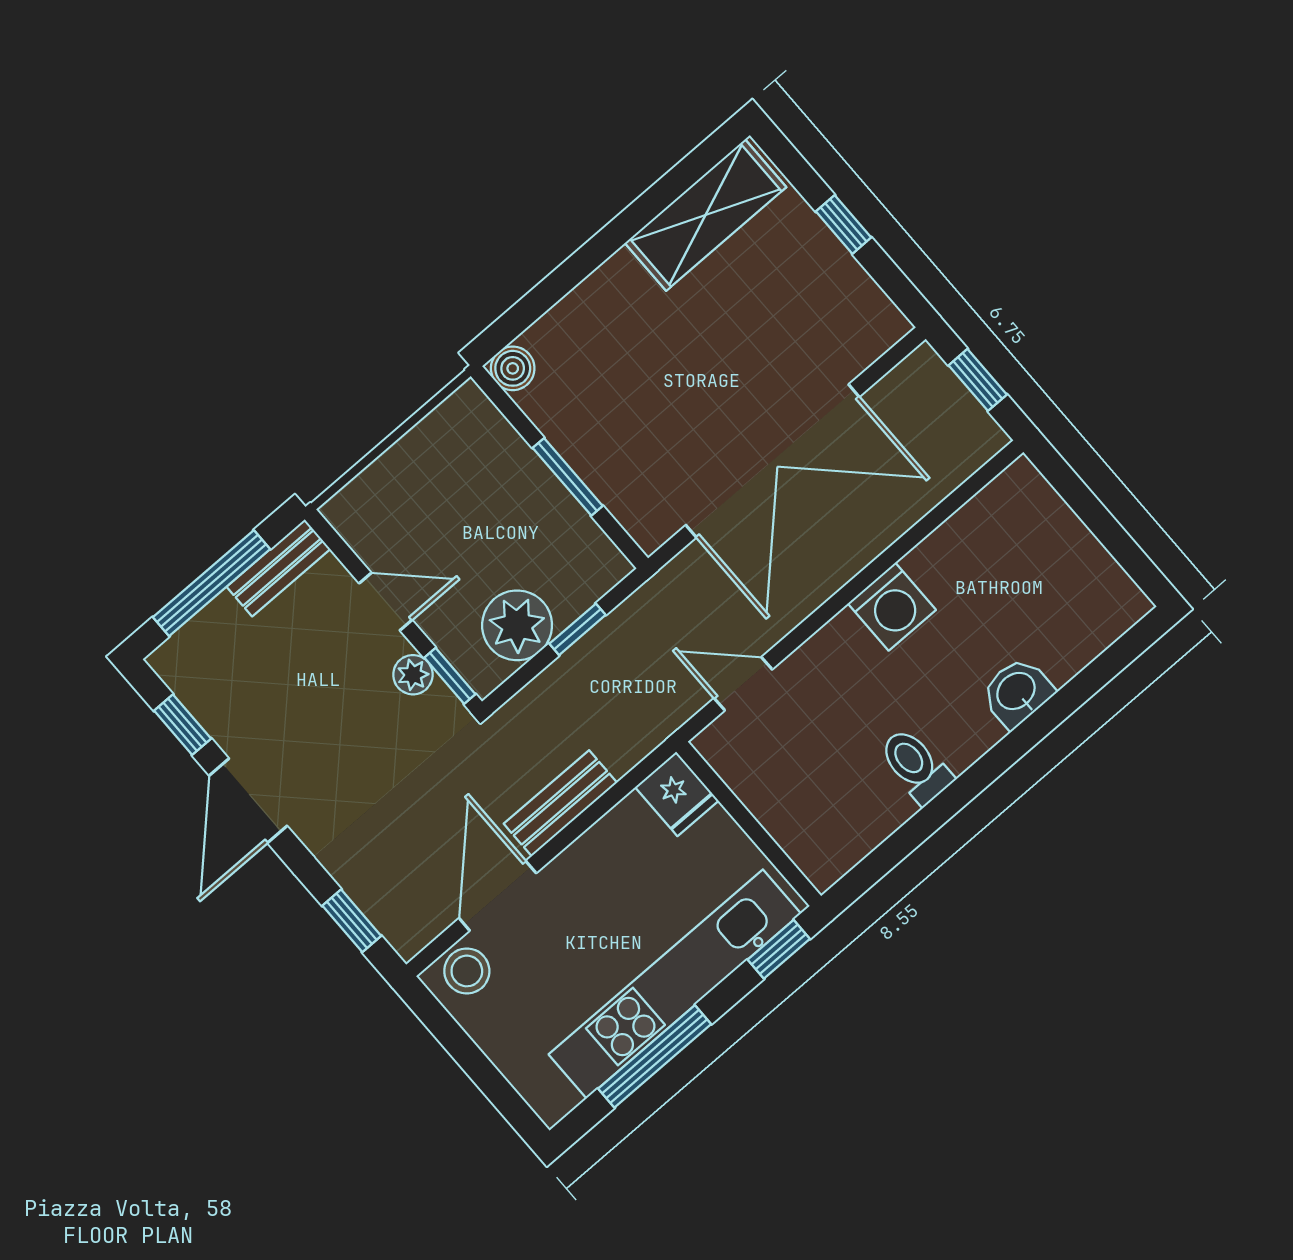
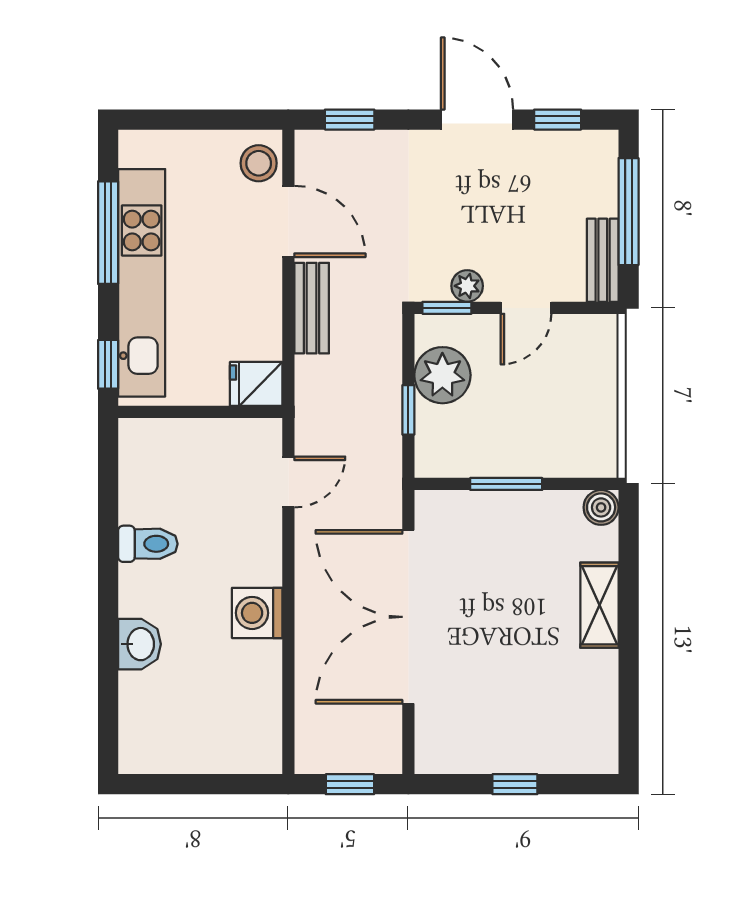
shelving: (706, 215) -> (599, 605), moved, width x0.67, depth x0.75

